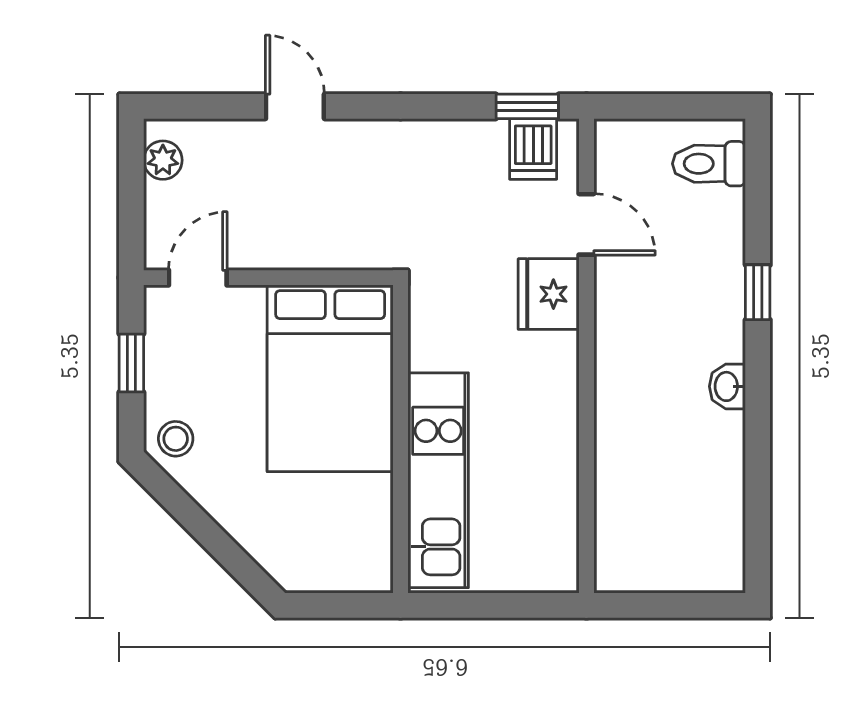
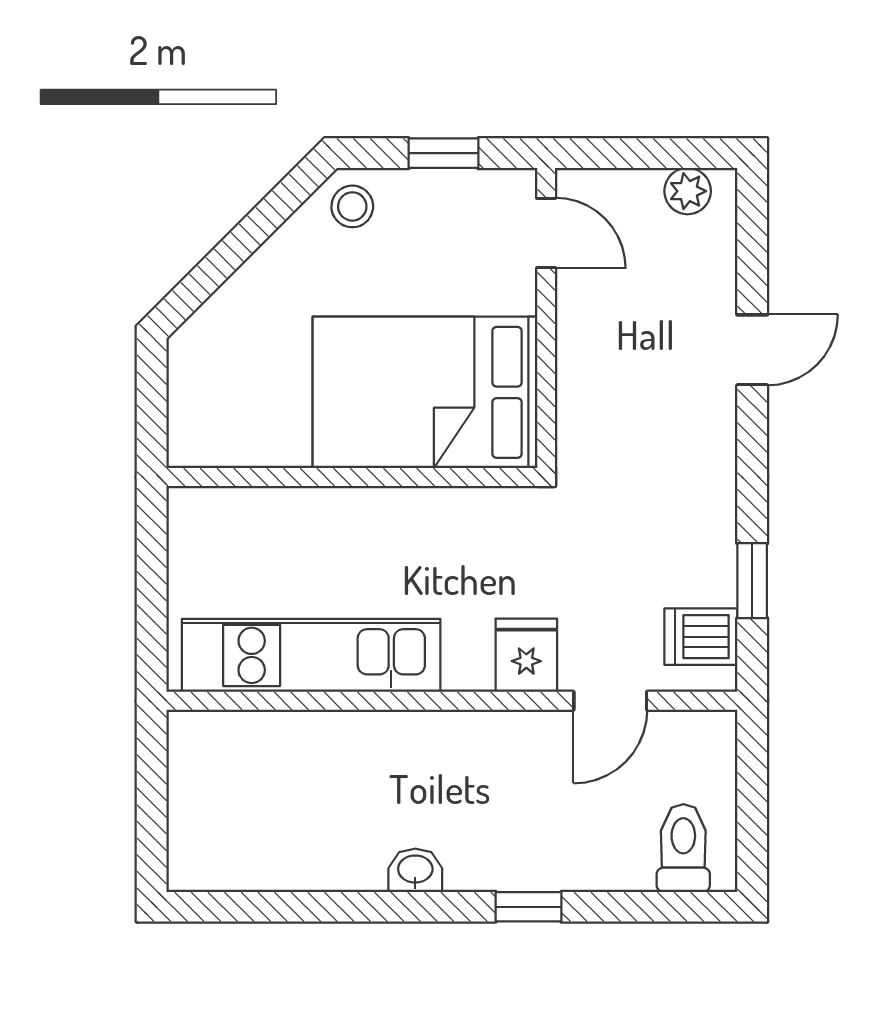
window: (527, 106) -> (752, 581), moved
fridge: (549, 294) -> (526, 655), width x0.72
kitchen unit: (438, 480) -> (311, 655), moved, turned 180

